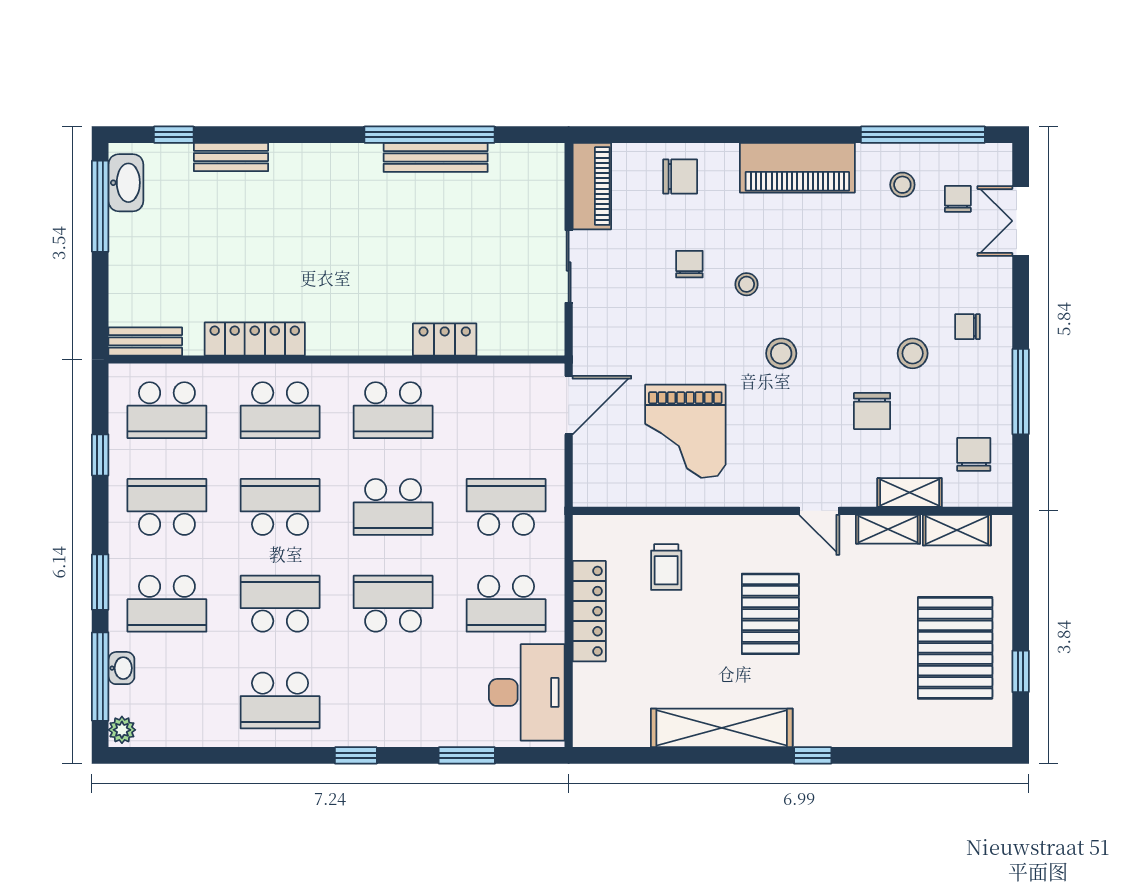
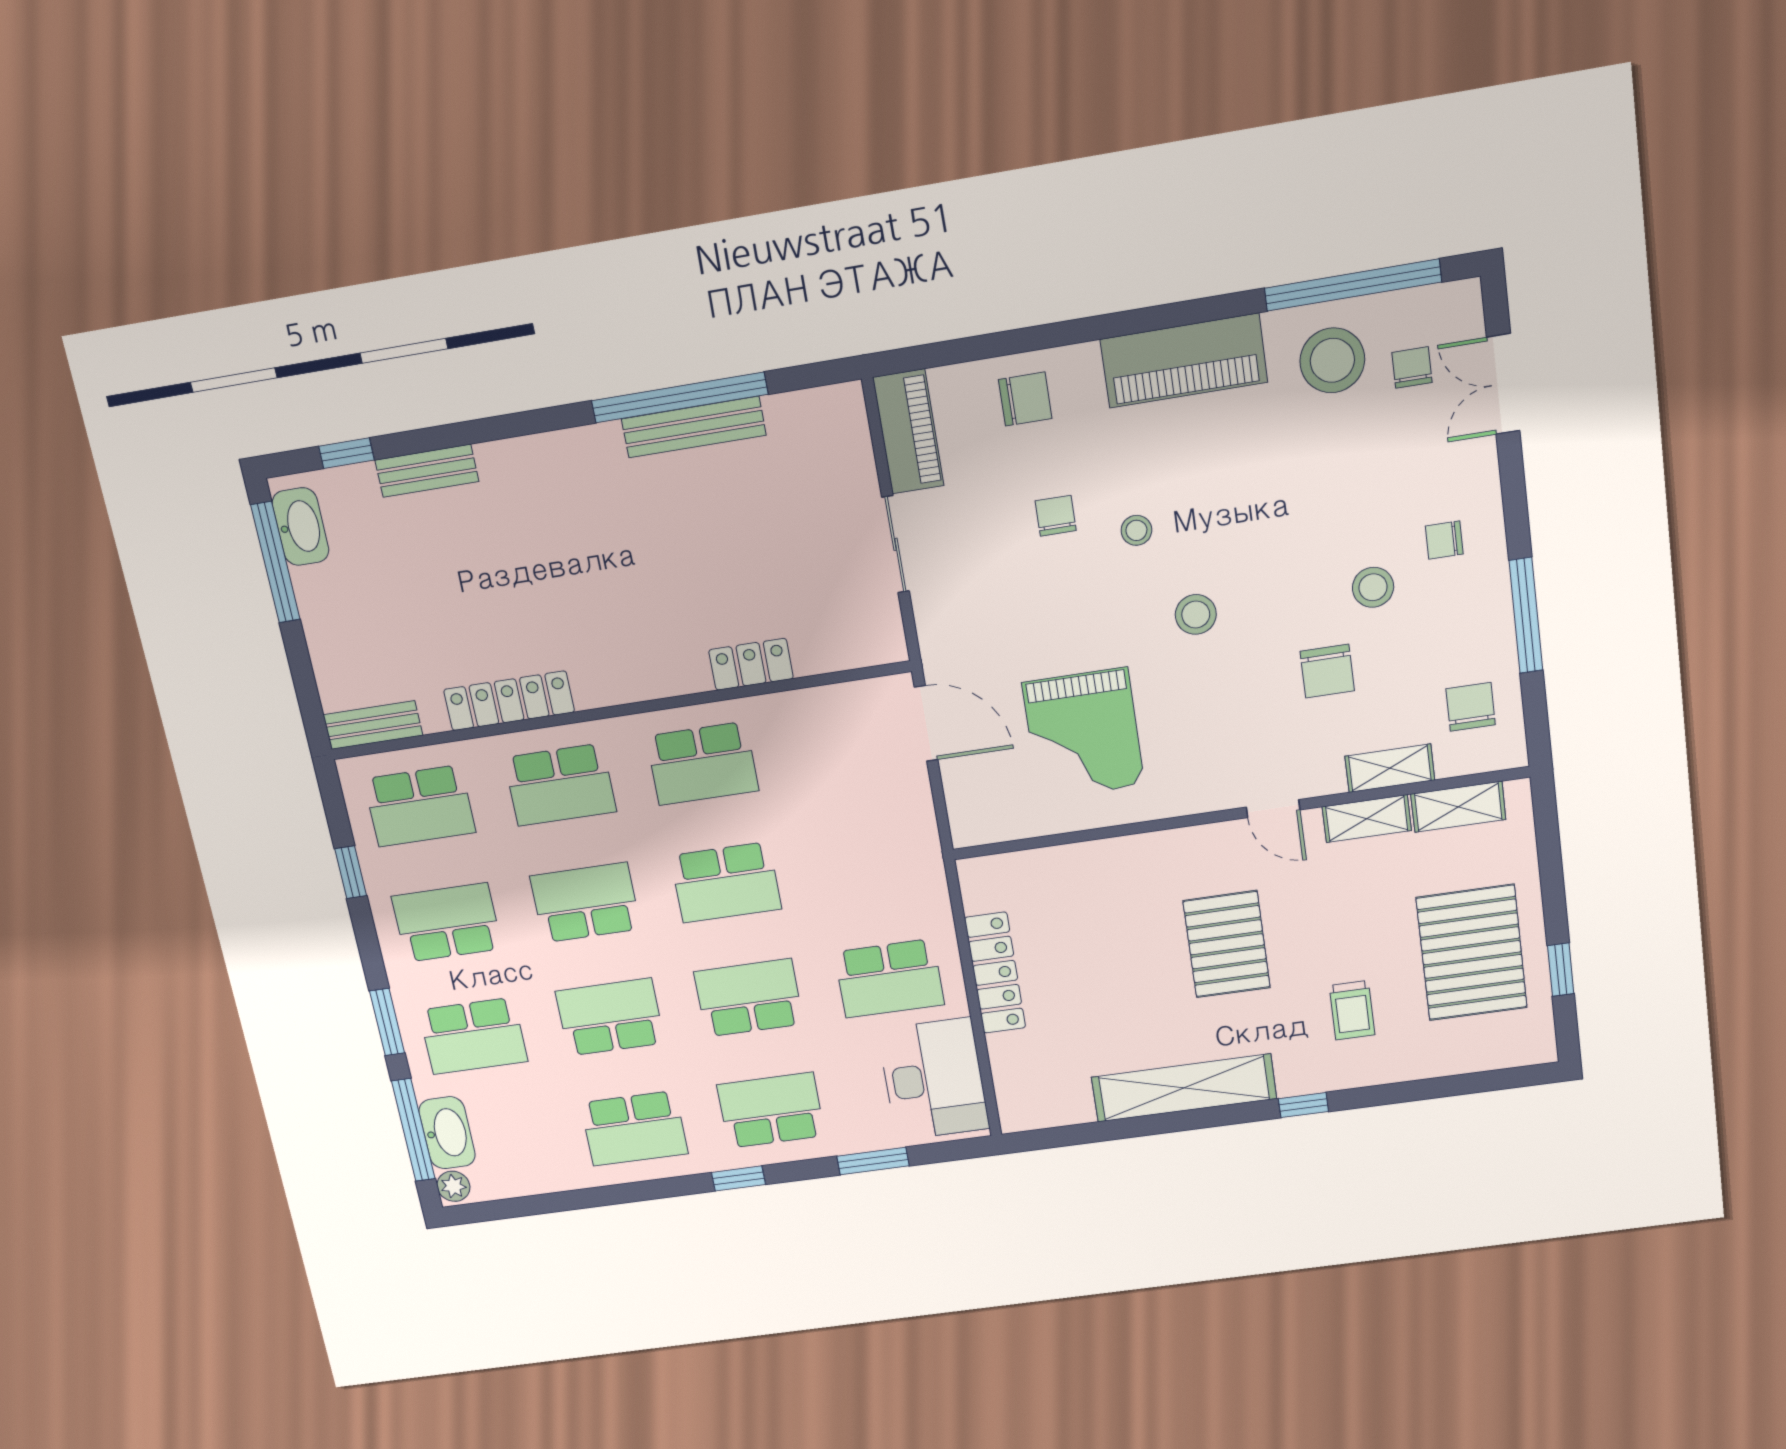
stool: (902, 185) -> (1332, 360), width x1.89, depth x1.89
door: (569, 405) -> (926, 723), hinge flipped
school desk: (506, 507) -> (771, 1110), moved
trolley: (666, 567) -> (1352, 1010), moved
washbasin: (121, 668) -> (447, 1133), width x1.91, depth x1.45

